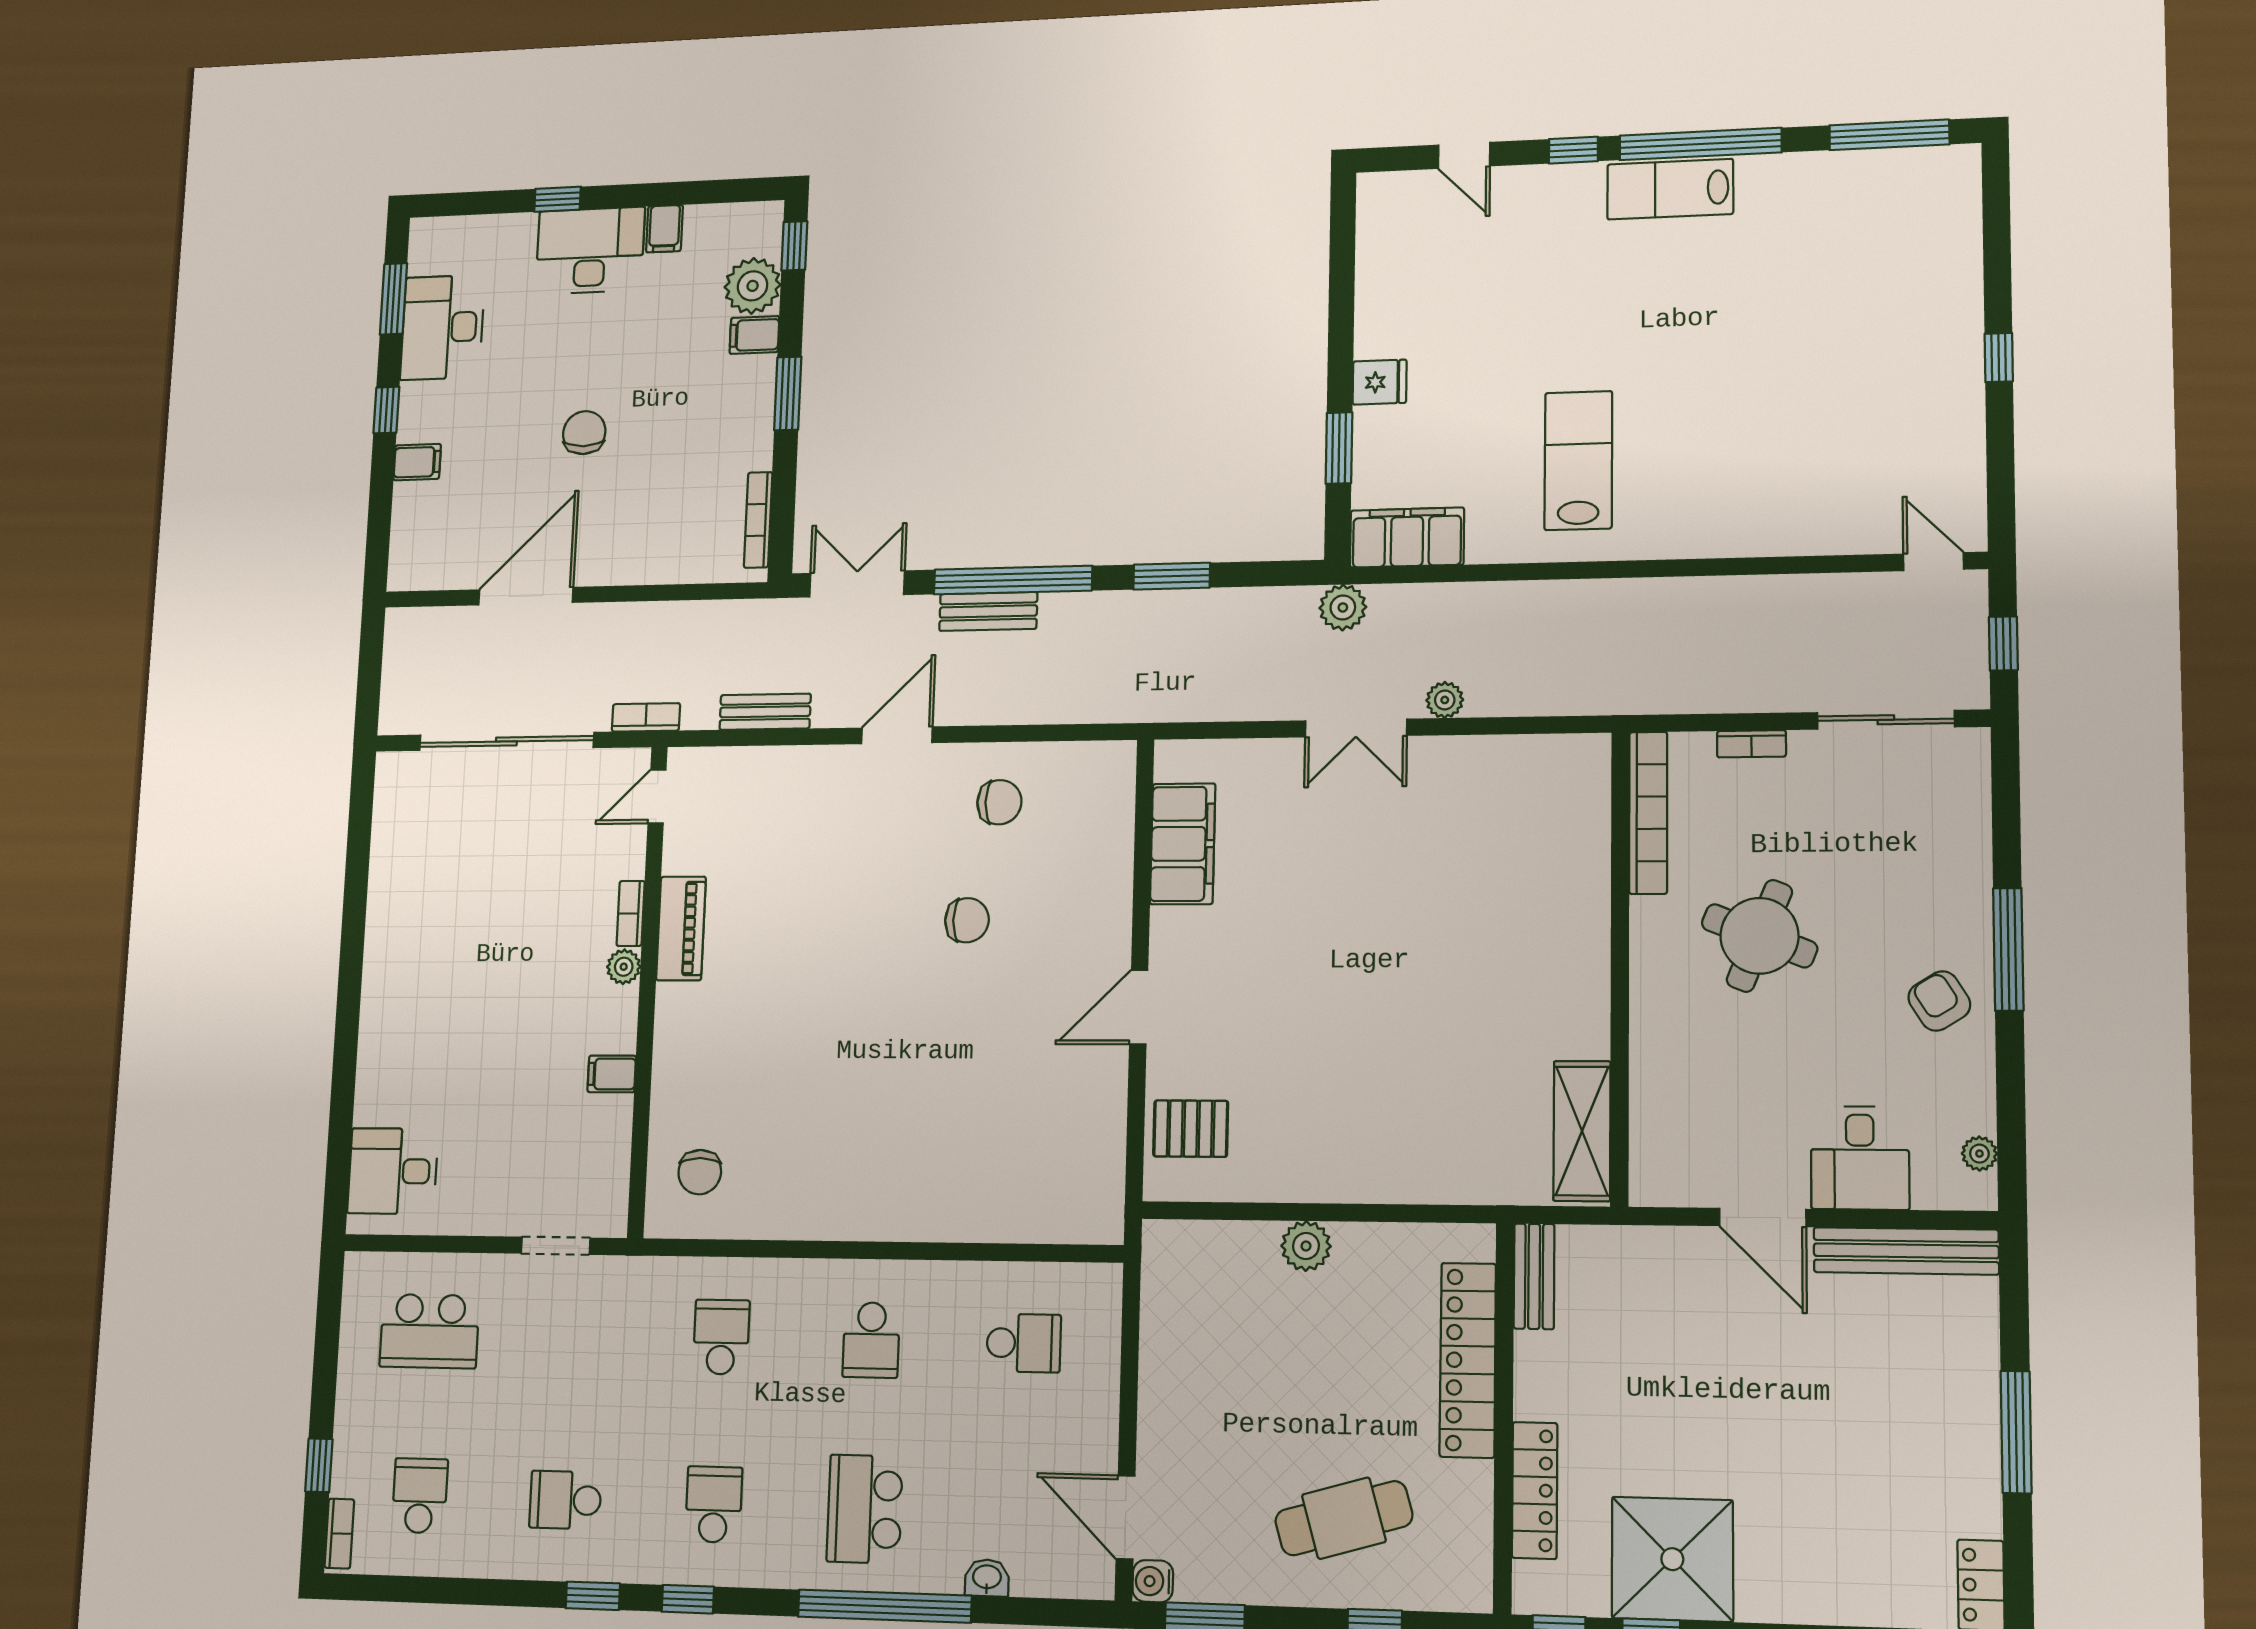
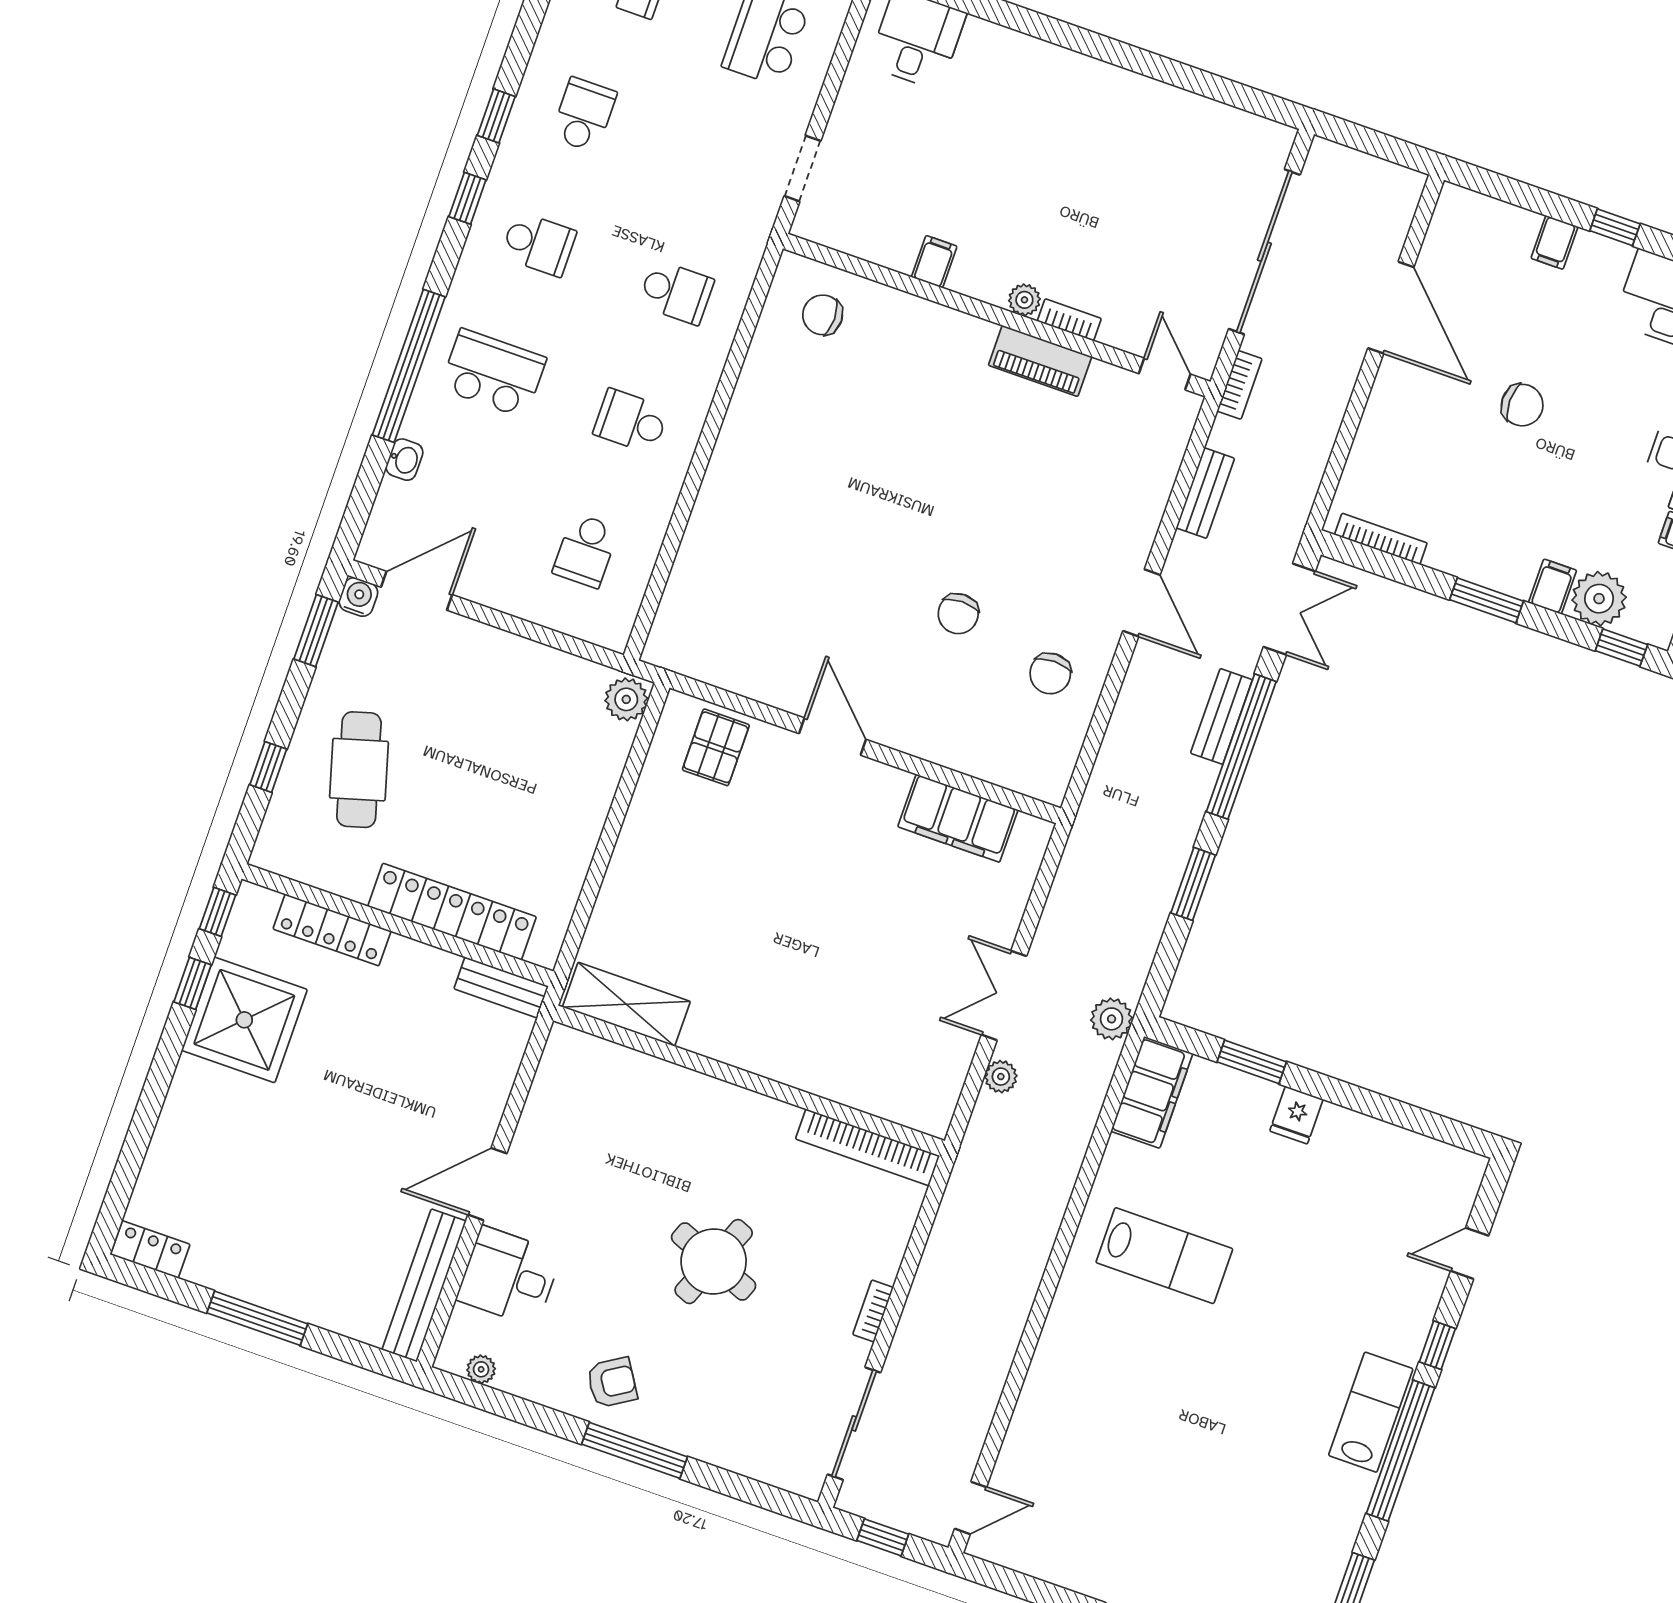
bookcase: (1648, 813) -> (868, 1147), moved
wall: (1620, 967) -> (749, 1081), moved
shelving: (1582, 1131) -> (626, 1004), moved
plant: (1306, 1246) -> (626, 699), moved

